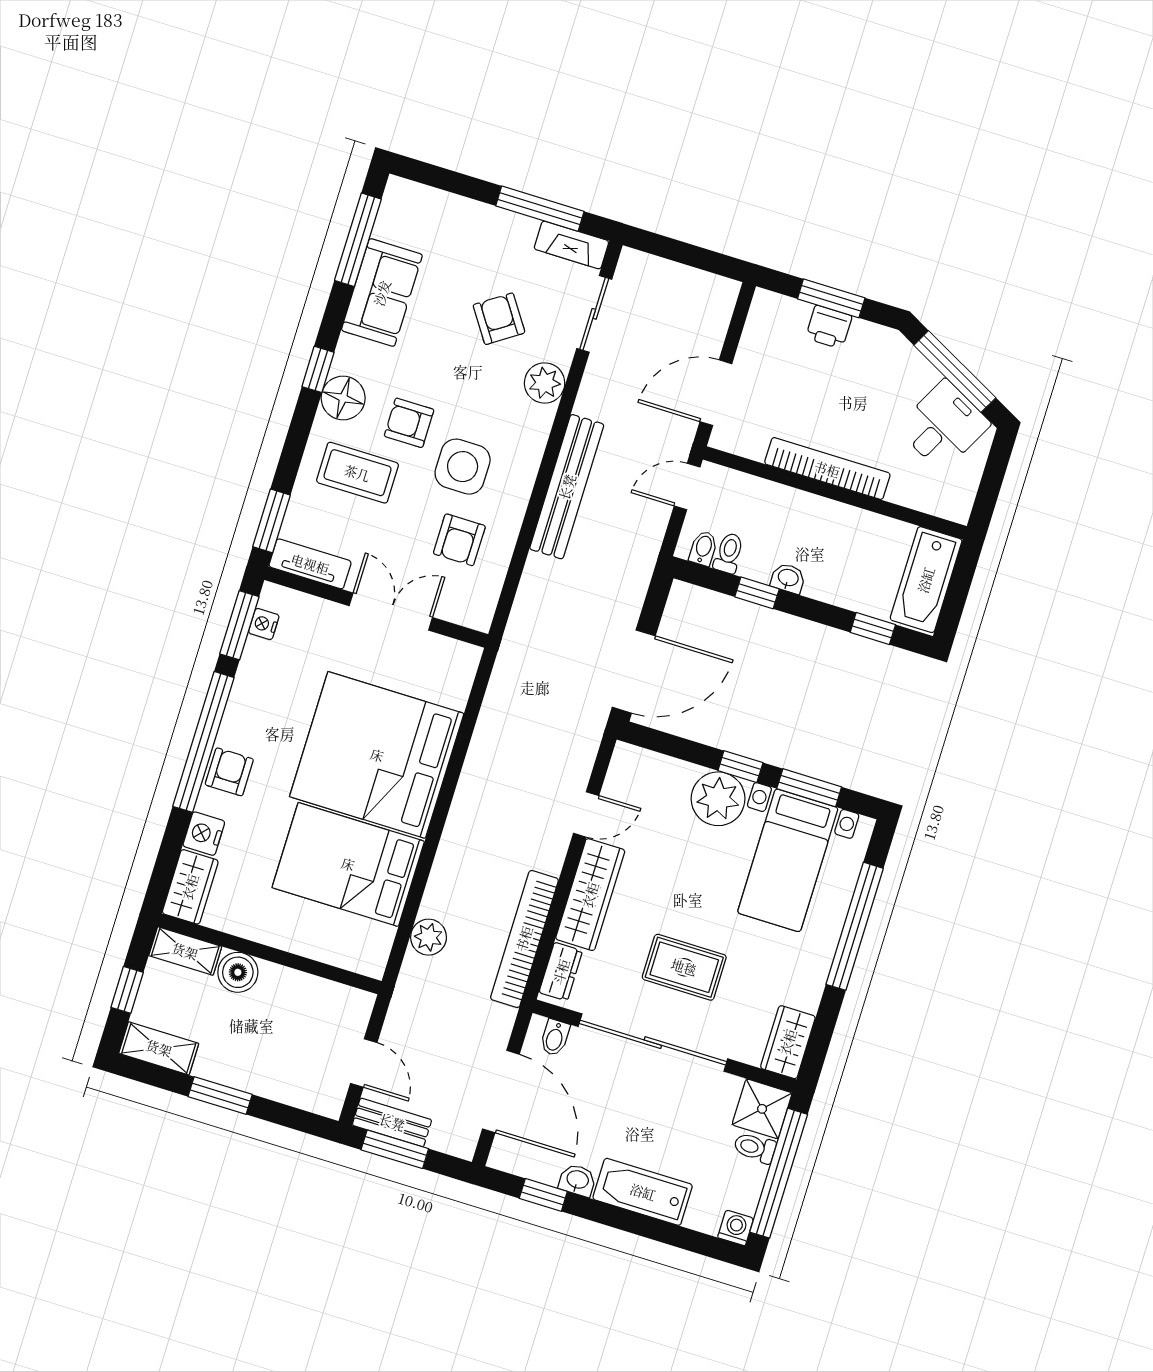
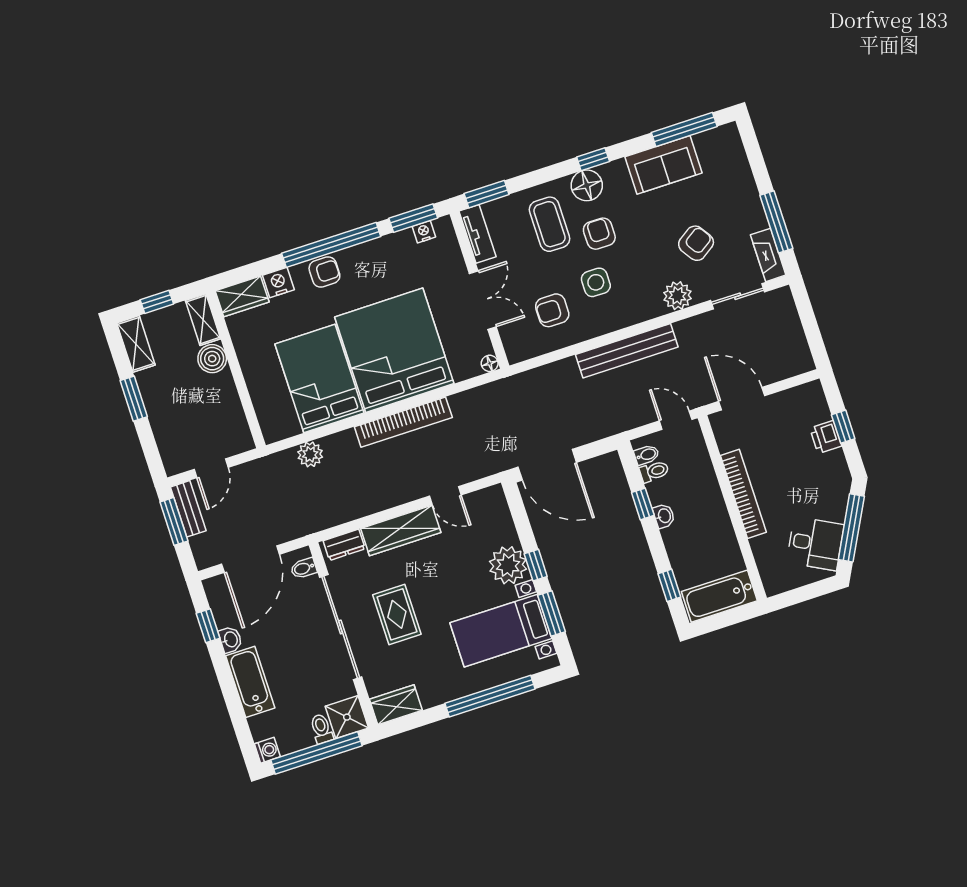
window: (831, 298) -> (843, 427), width x0.67
side table: (463, 467) -> (596, 282), width x0.73, depth x0.73
floor lamp: (470, 655) -> (490, 363), added
bookcase: (524, 939) -> (403, 422), moved, turned 180

